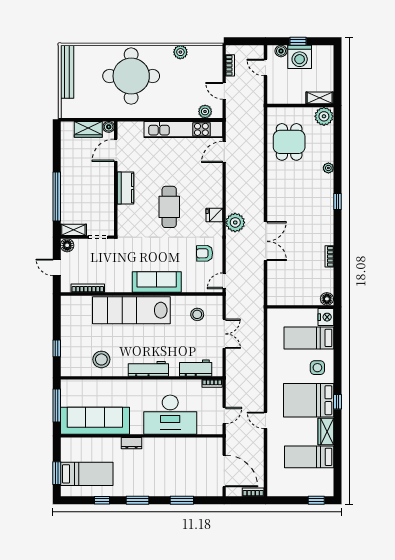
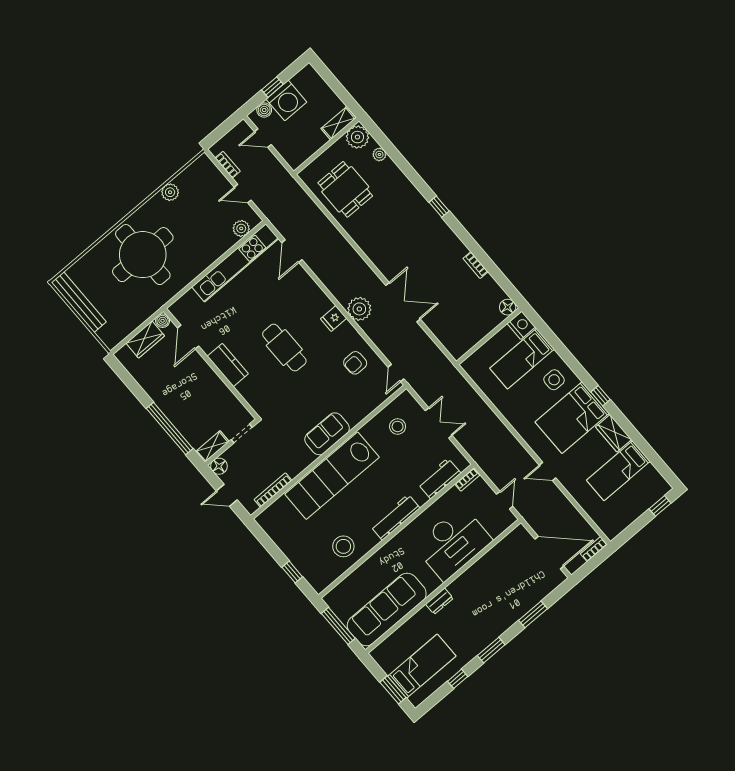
plant: (328, 168) -> (379, 154), moved
sofa: (157, 282) -> (327, 434), width x0.73

